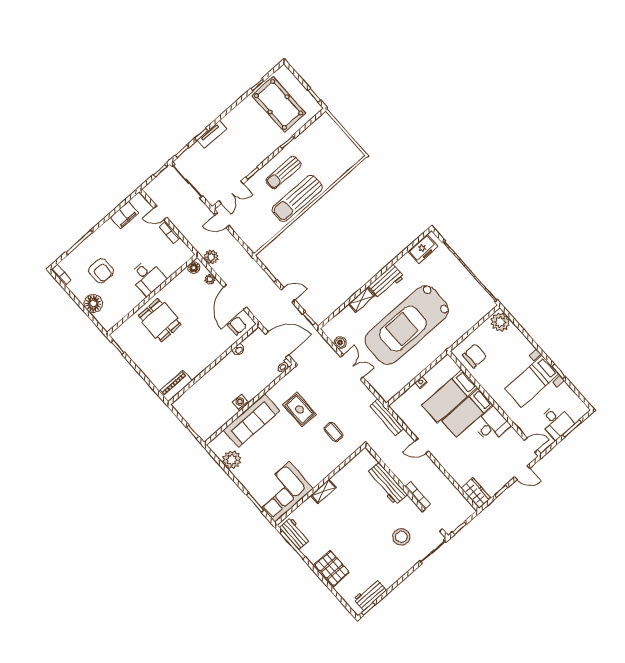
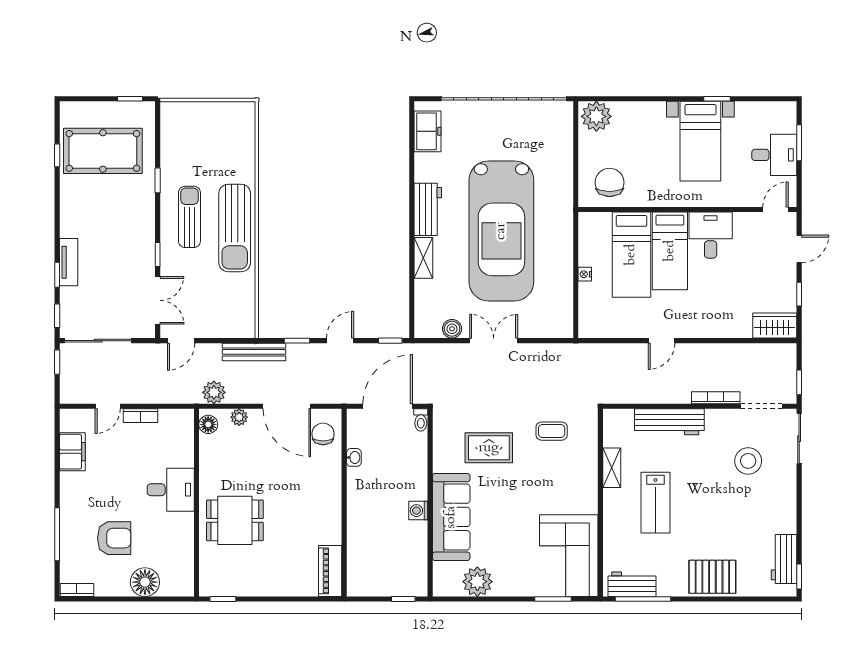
sun lounger: (284, 173) -> (189, 217), turned 180
bench: (387, 417) -> (254, 352), moved
shelving: (323, 491) -> (612, 468), moved
lab bench: (343, 511) -> (656, 503), added

